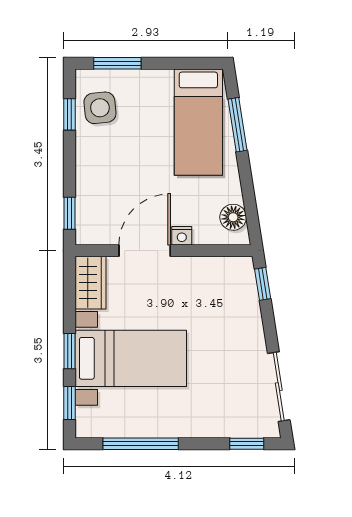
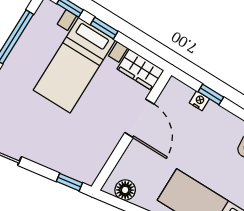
window: (70, 213) -> (211, 94), moved
nightstand: (182, 236) -> (199, 101), moved, turned 90

